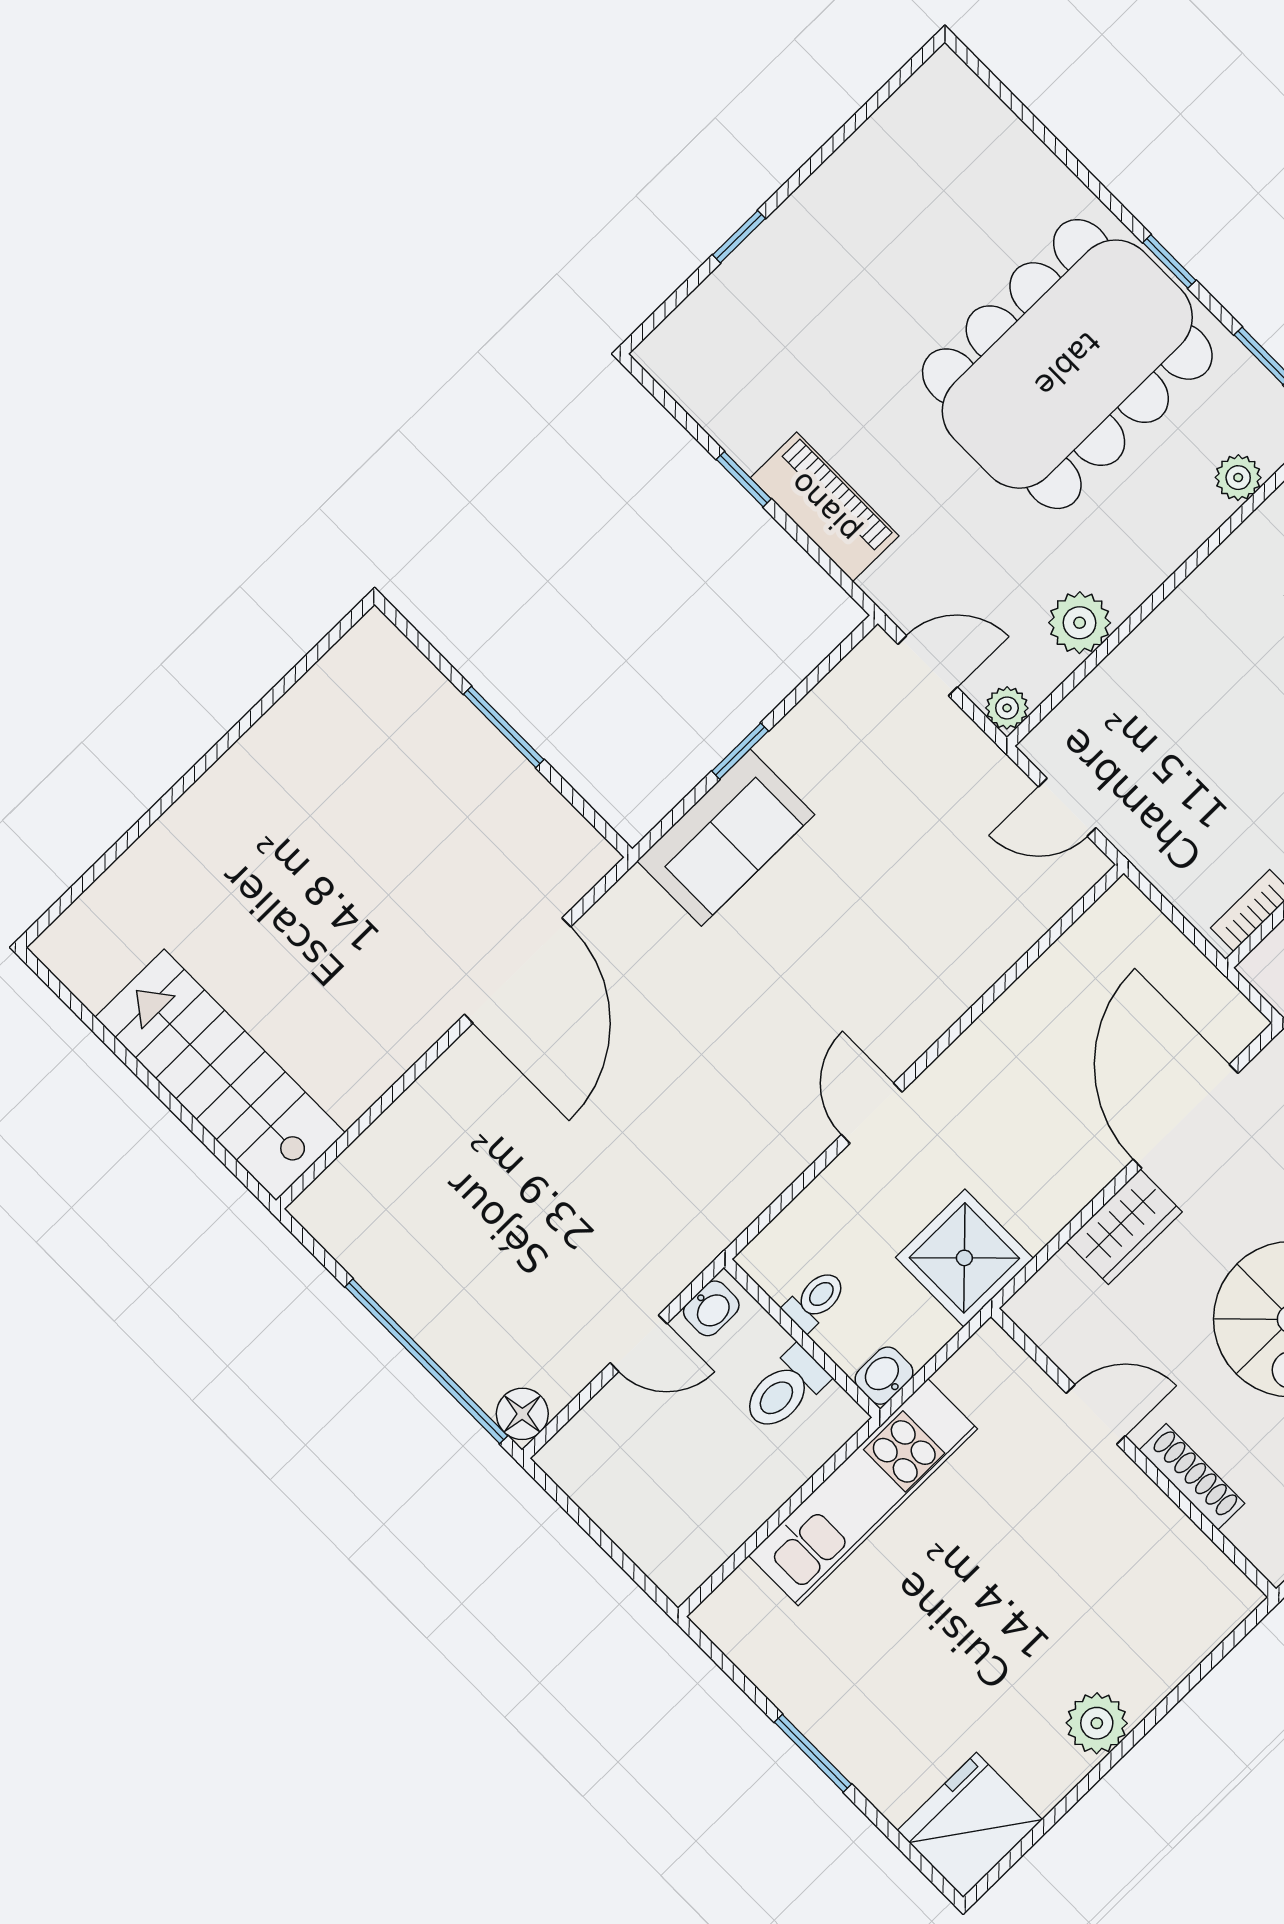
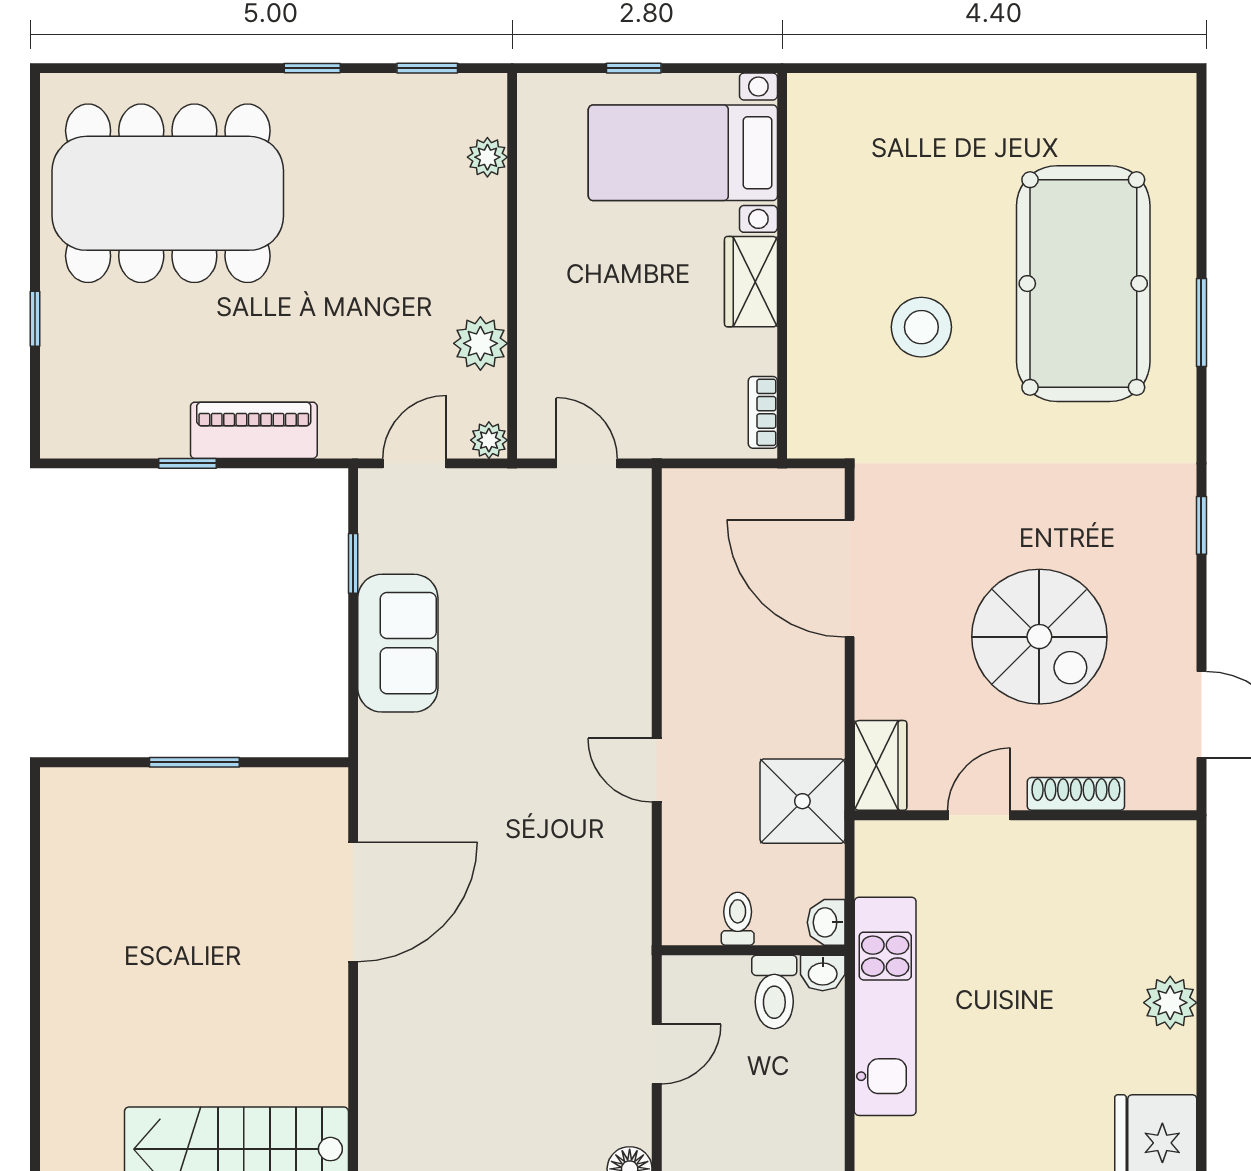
dining table: (1067, 364) -> (168, 193), moved, turned 90
window: (740, 751) -> (353, 563), moved
door: (1067, 807) -> (587, 463), swing flipped
sofa: (726, 838) -> (398, 643), moved
door: (518, 971) -> (353, 902), hinge flipped
wardrobe: (1124, 1227) -> (881, 765), moved
washbasin: (711, 1308) -> (823, 973), moved, turned 90

